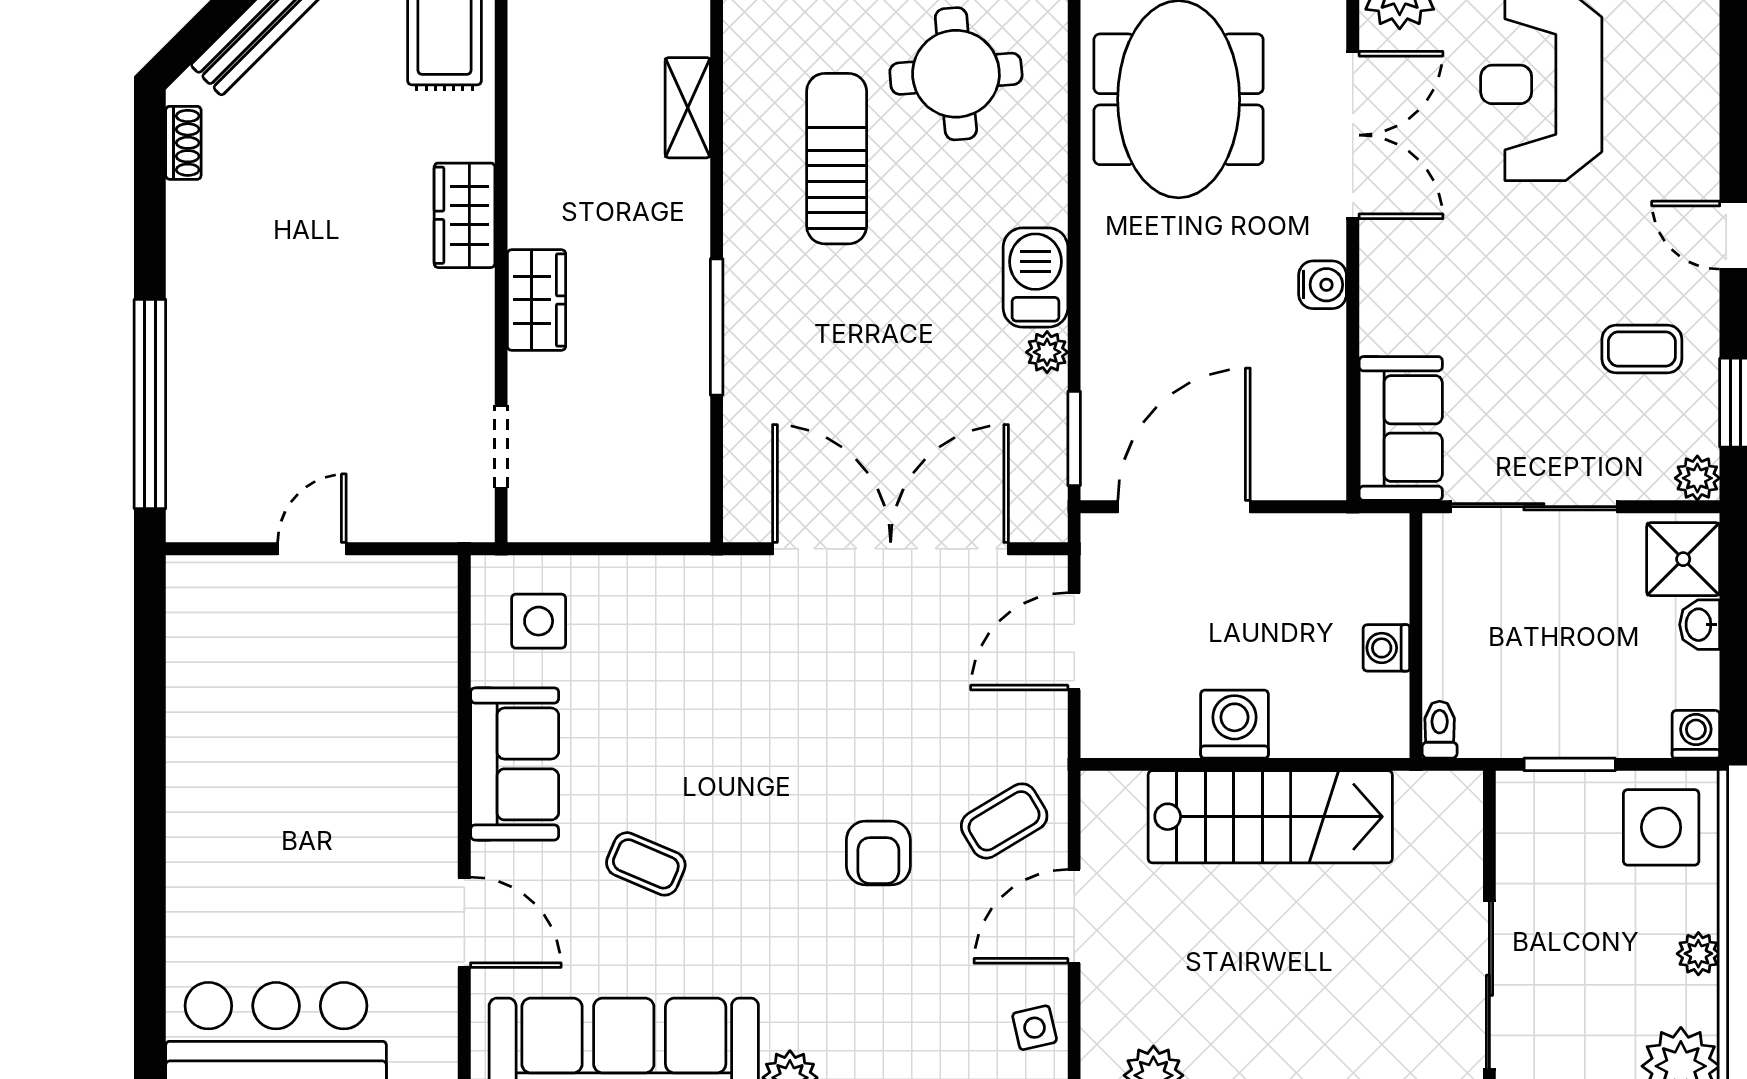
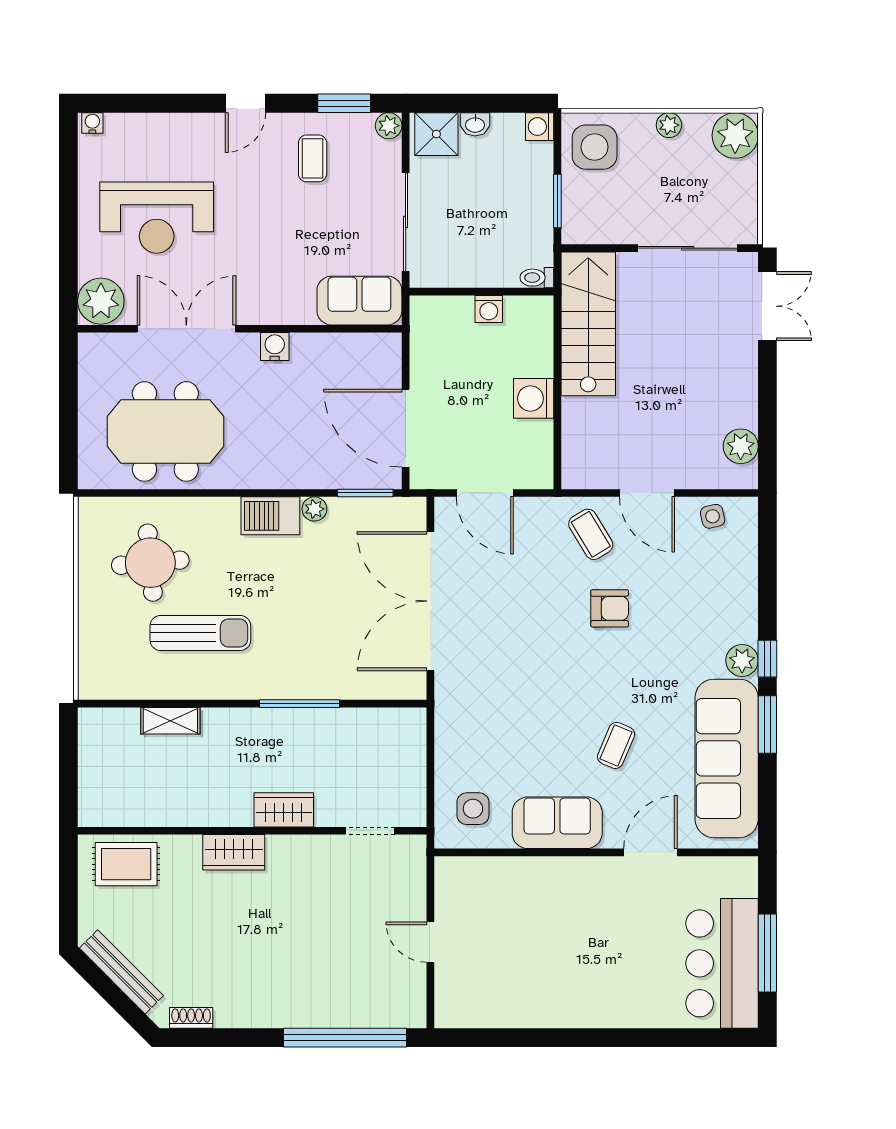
sun lounger: (837, 159) -> (200, 633), turned 180
stairs: (1270, 817) -> (588, 324), moved

